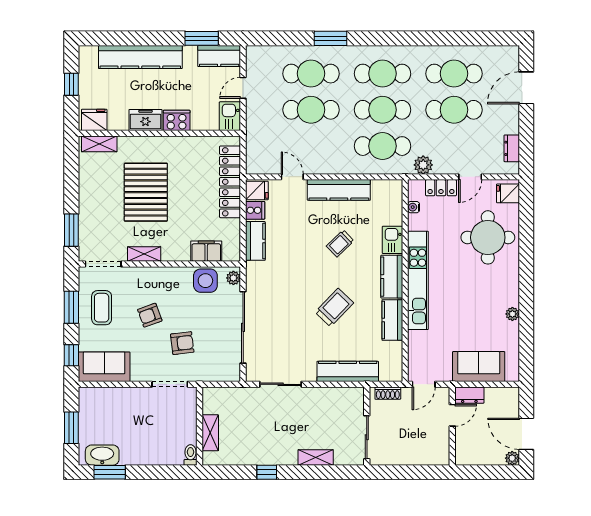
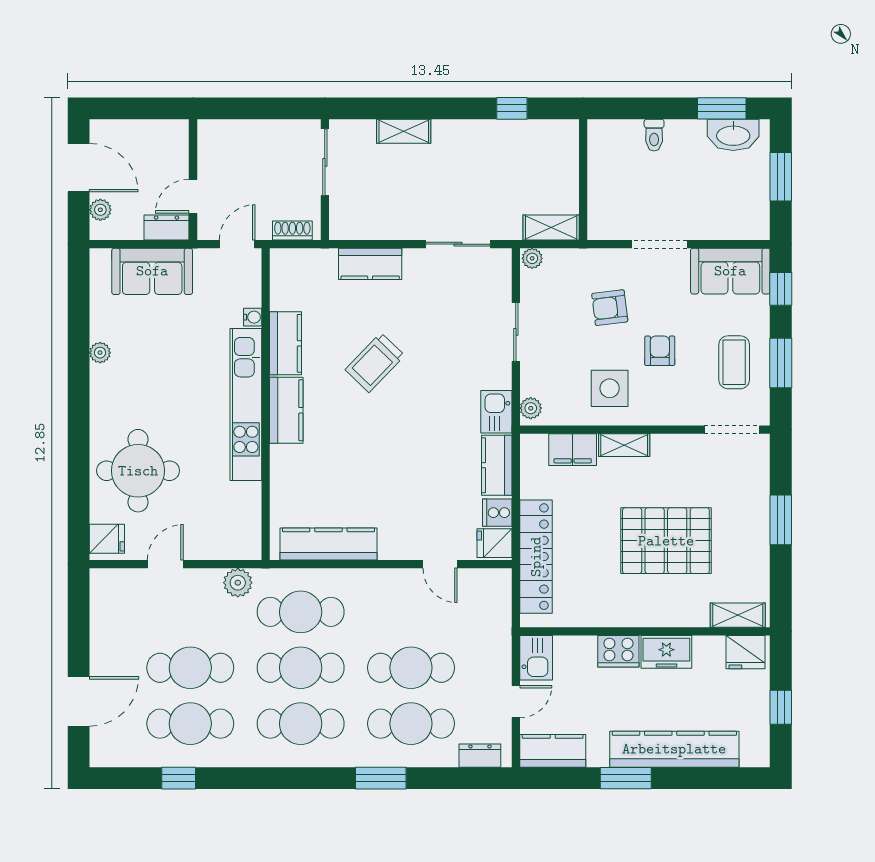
window: (202, 38) -> (626, 778), moved
window: (462, 38) -> (179, 778), added
dresser: (512, 148) -> (480, 756), moved, turned -90
locker: (441, 188) -> (210, 547), removed
kitchen counter: (339, 190) -> (328, 544), moved
pallet: (146, 192) -> (666, 541), turned 90
water cooler: (414, 207) -> (253, 317), moved
window: (71, 230) -> (781, 520), moved
kitchen sink: (392, 240) -> (496, 412), moved, turned 180
trolley: (340, 244) -> (366, 461), removed
shelving: (144, 254) -> (624, 445), moved
side table: (205, 281) -> (610, 388), moved
armchair: (150, 315) -> (660, 351), turned -70
sliding door: (243, 327) -> (516, 332), width x0.54
kitchen counter: (348, 371) -> (370, 264), width x0.67
plant: (232, 375) -> (532, 258), added
doorway: (170, 384) -> (660, 244), moved
shelving: (210, 433) -> (551, 228), moved, turned 90
toilet: (190, 455) -> (654, 135), moved
plant: (512, 458) -> (100, 210), moved
window: (267, 472) -> (512, 108), moved

